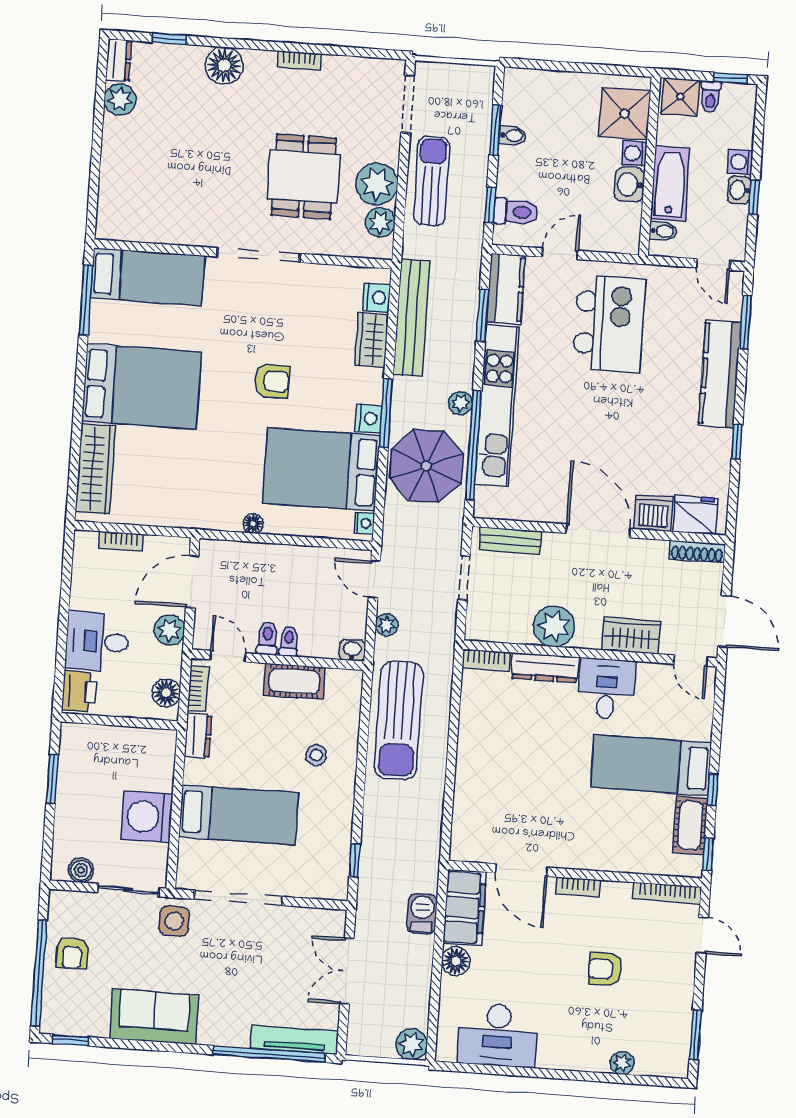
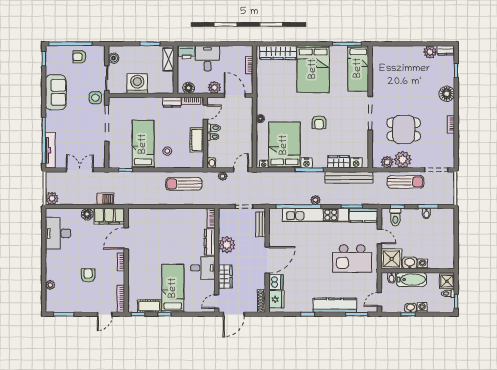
shower: (625, 114) -> (392, 259), moved
parasol: (426, 466) -> (289, 188), removed
sun lounger: (399, 721) -> (184, 184), width x0.73, depth x0.75
shelving: (93, 737) -> (168, 59), added
bed: (239, 815) -> (143, 144), moved, turned 180

